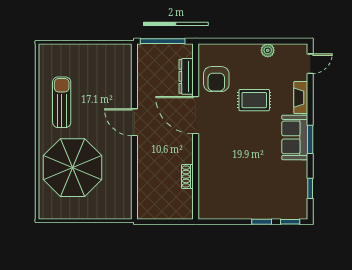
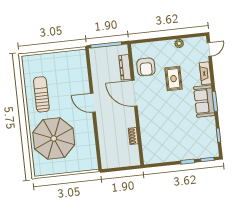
rug: (254, 100) -> (174, 79), turned 90

